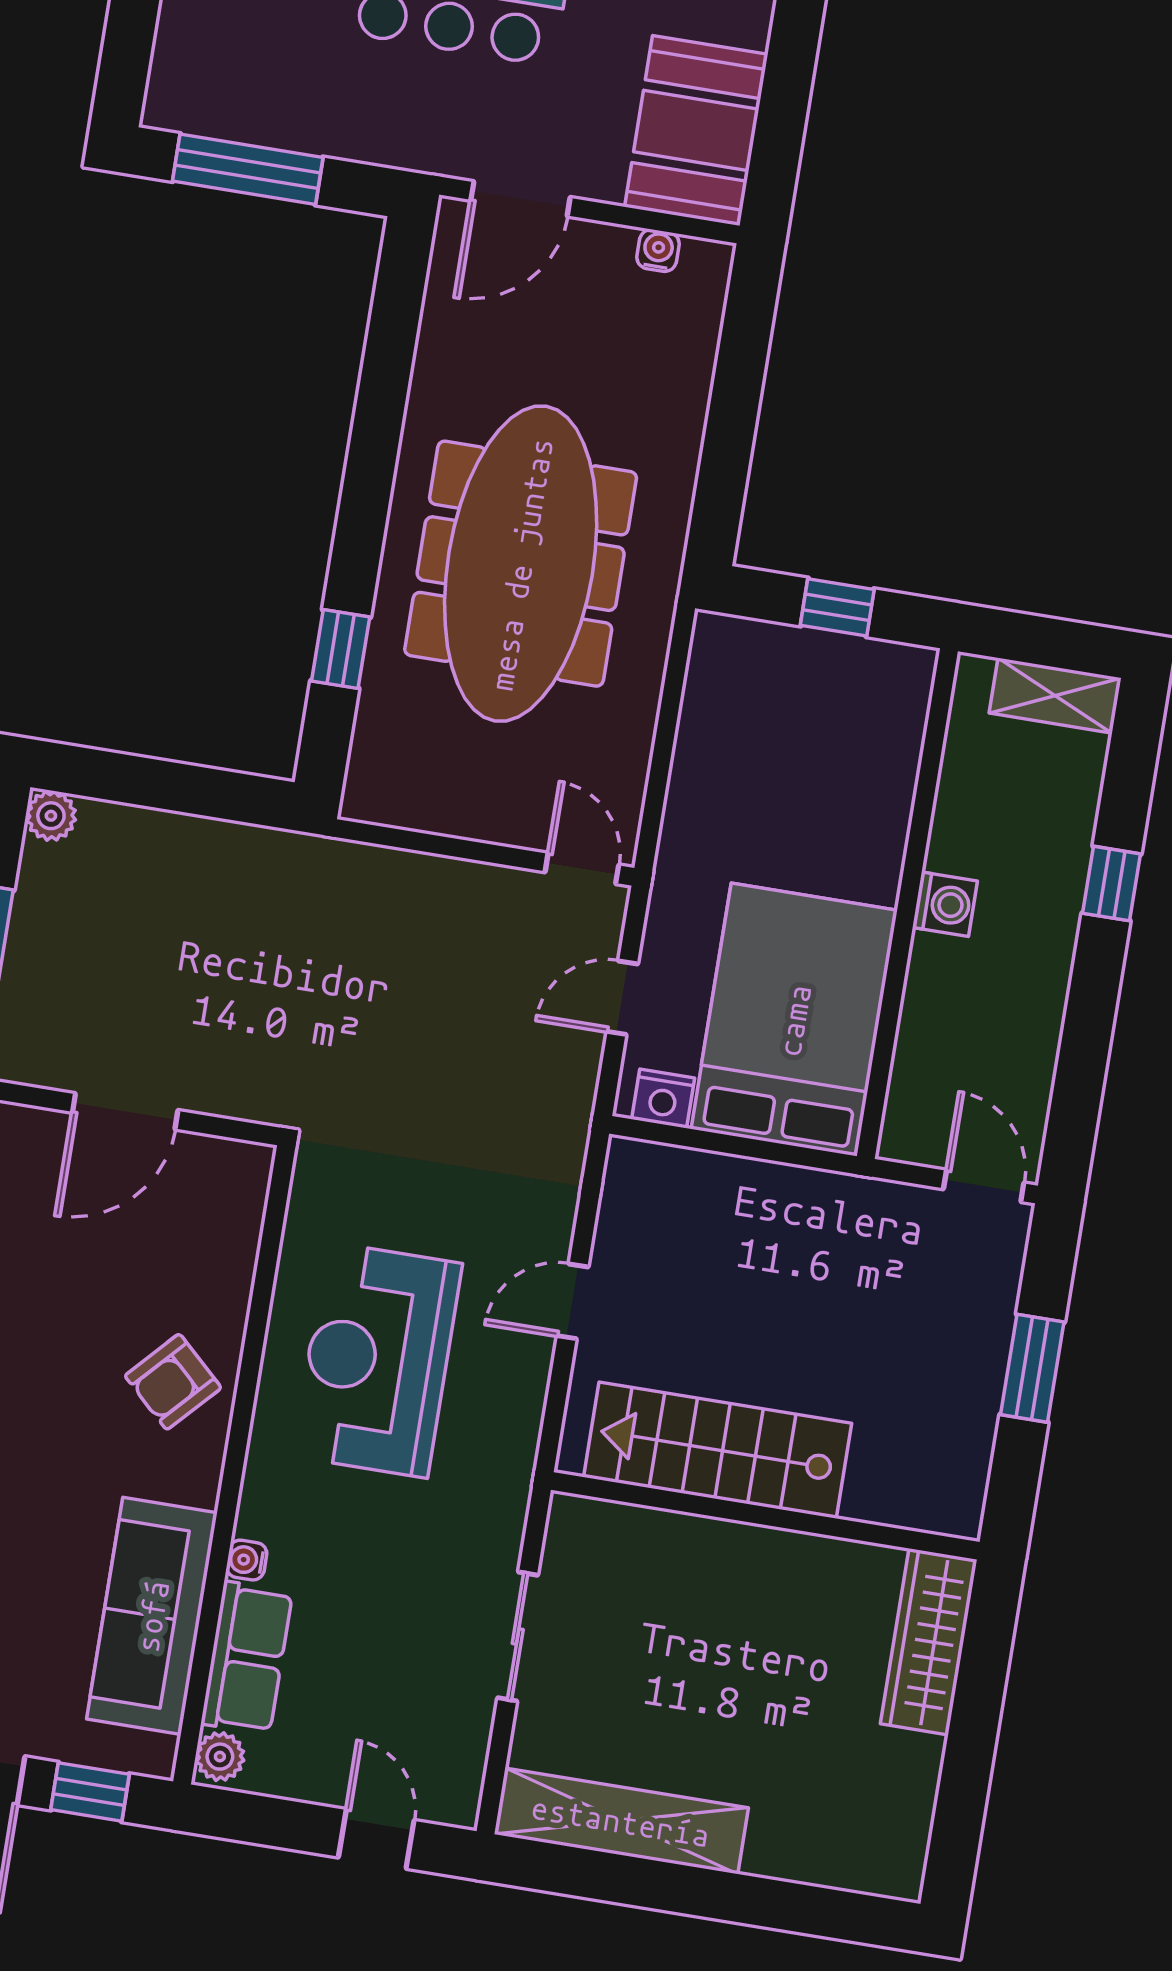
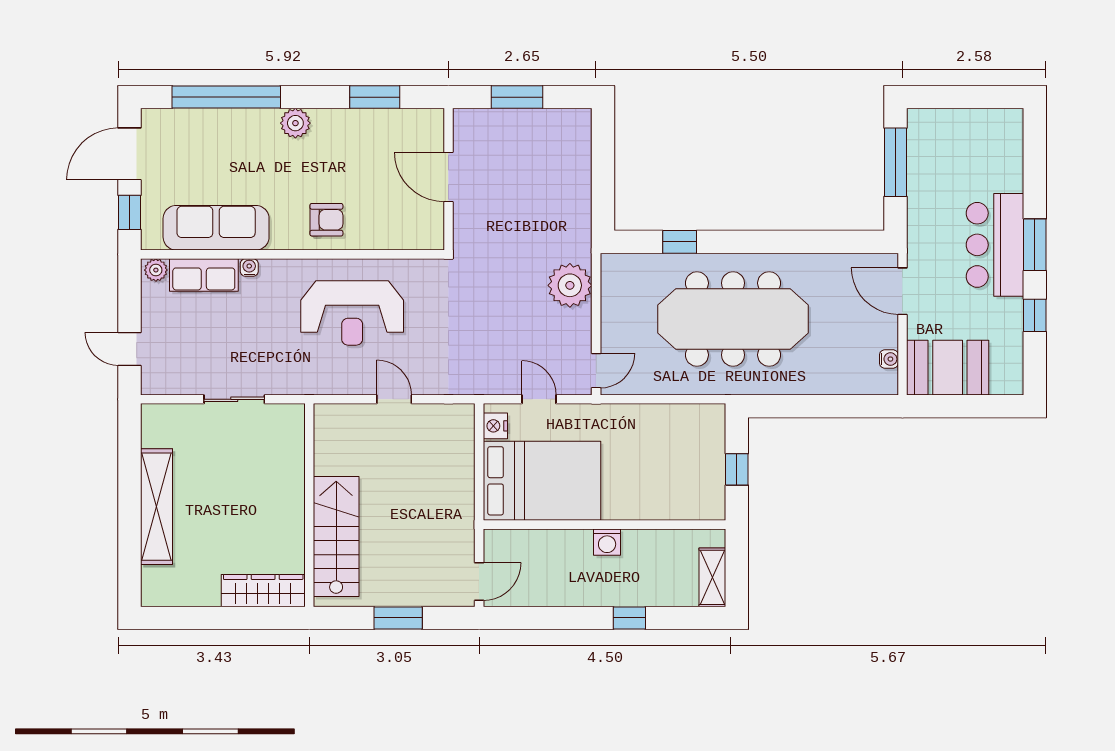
plant: (51, 816) -> (570, 285), moved, width x1.88, depth x1.88
reception desk: (377, 1360) -> (352, 313), turned 180
armchair: (173, 1382) -> (326, 220), turned 137
stairs: (718, 1450) -> (336, 536), moved
shelving: (621, 1821) -> (157, 507), moved
door: (376, 1839) -> (130, 349), swing flipped

